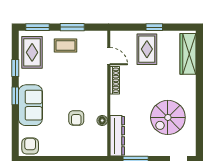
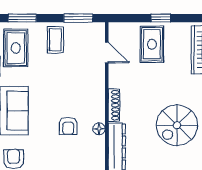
window: (72, 27) -> (78, 18), moved
coffee table: (65, 45) -> (55, 40), turned 90
shoe rack: (115, 80) -> (114, 105), moved

